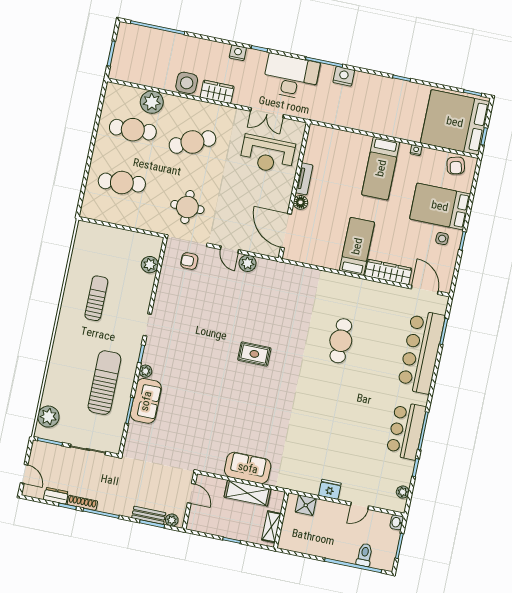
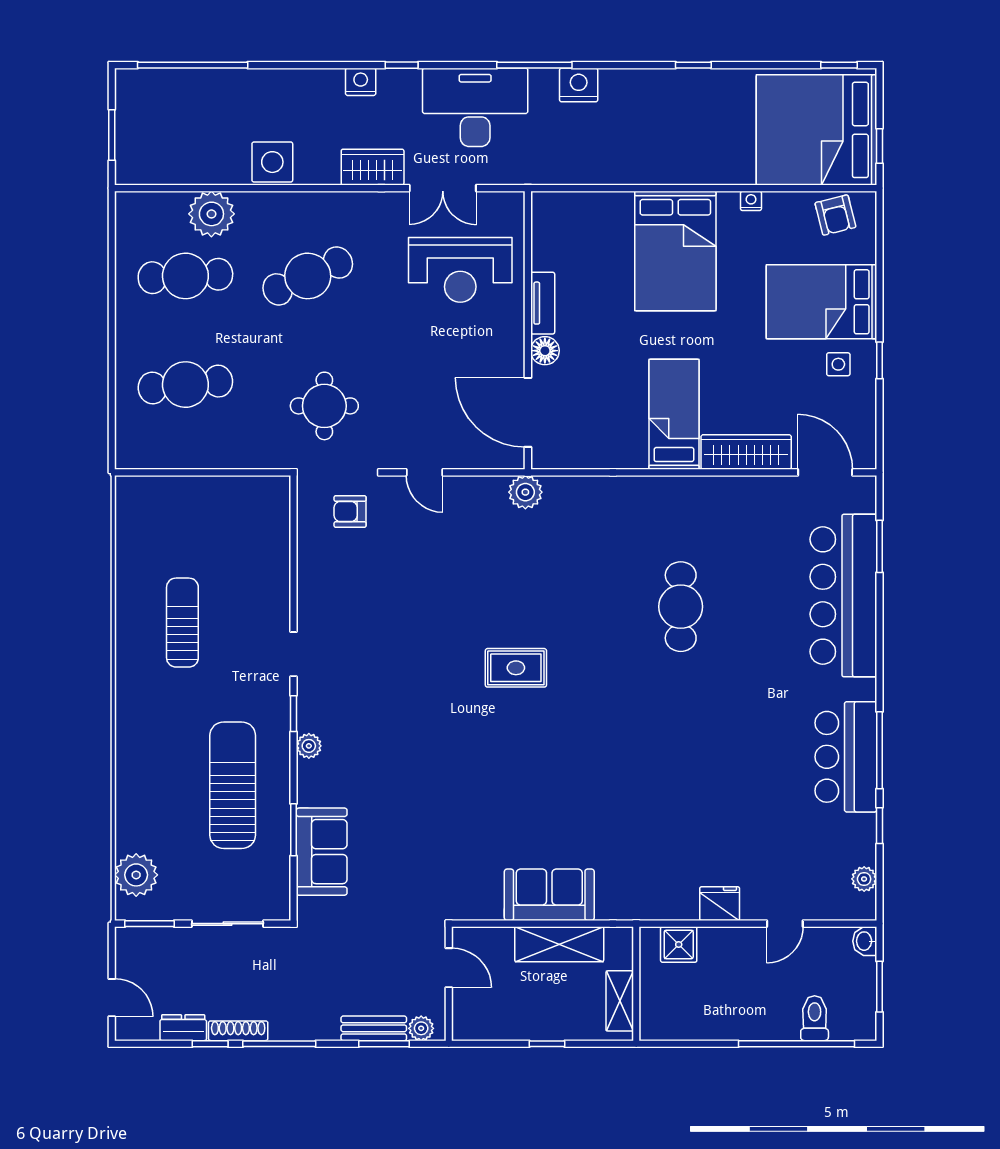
wardrobe: (217, 92) -> (373, 167), moved
bed: (381, 168) -> (675, 251), width x1.50
plant: (248, 263) -> (525, 492), moved
plant: (150, 265) -> (274, 535), removed
sofa: (146, 401) -> (322, 852), moved

